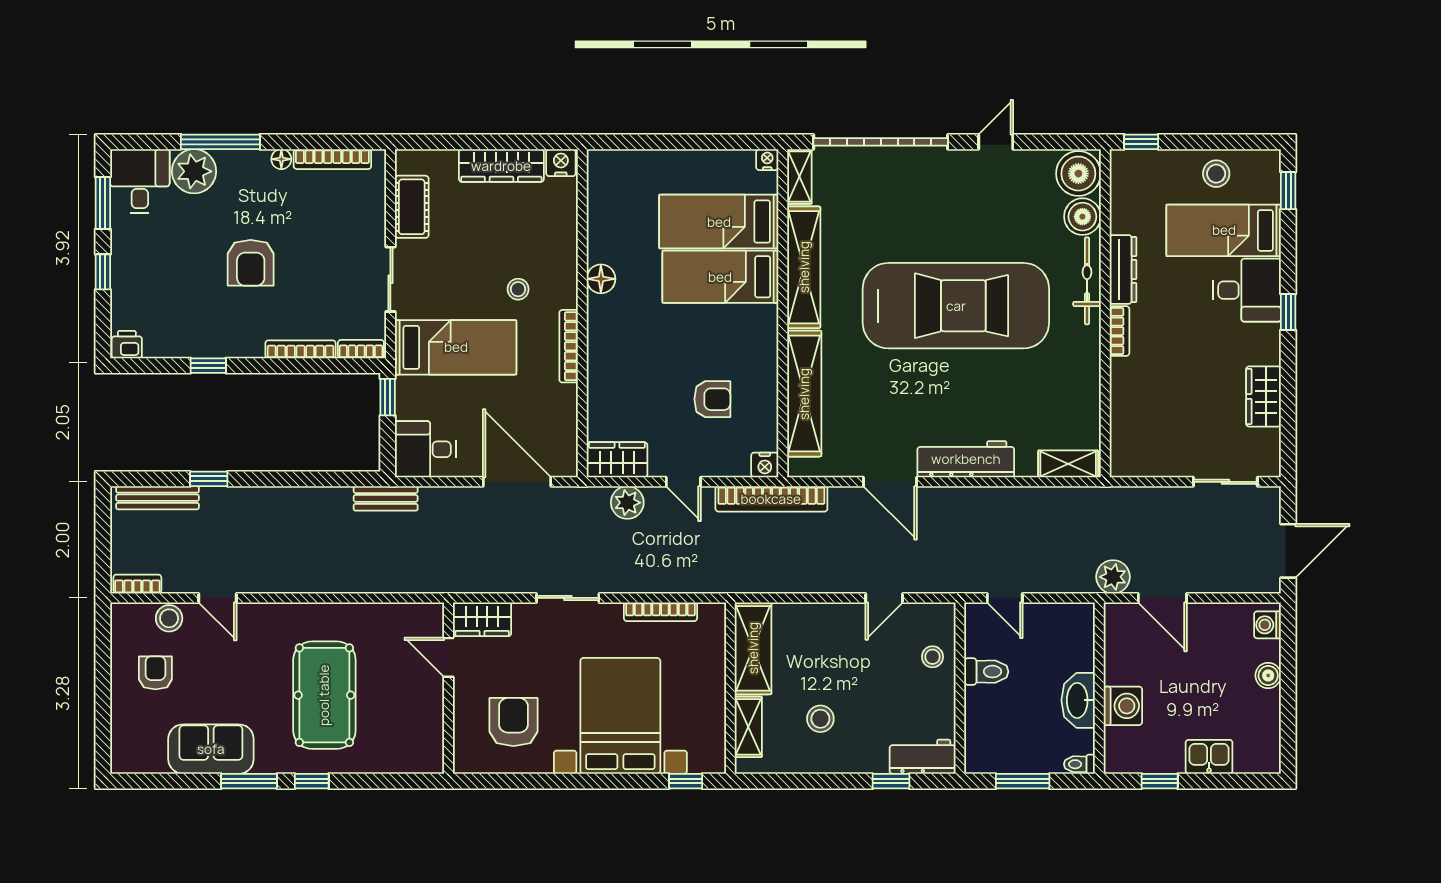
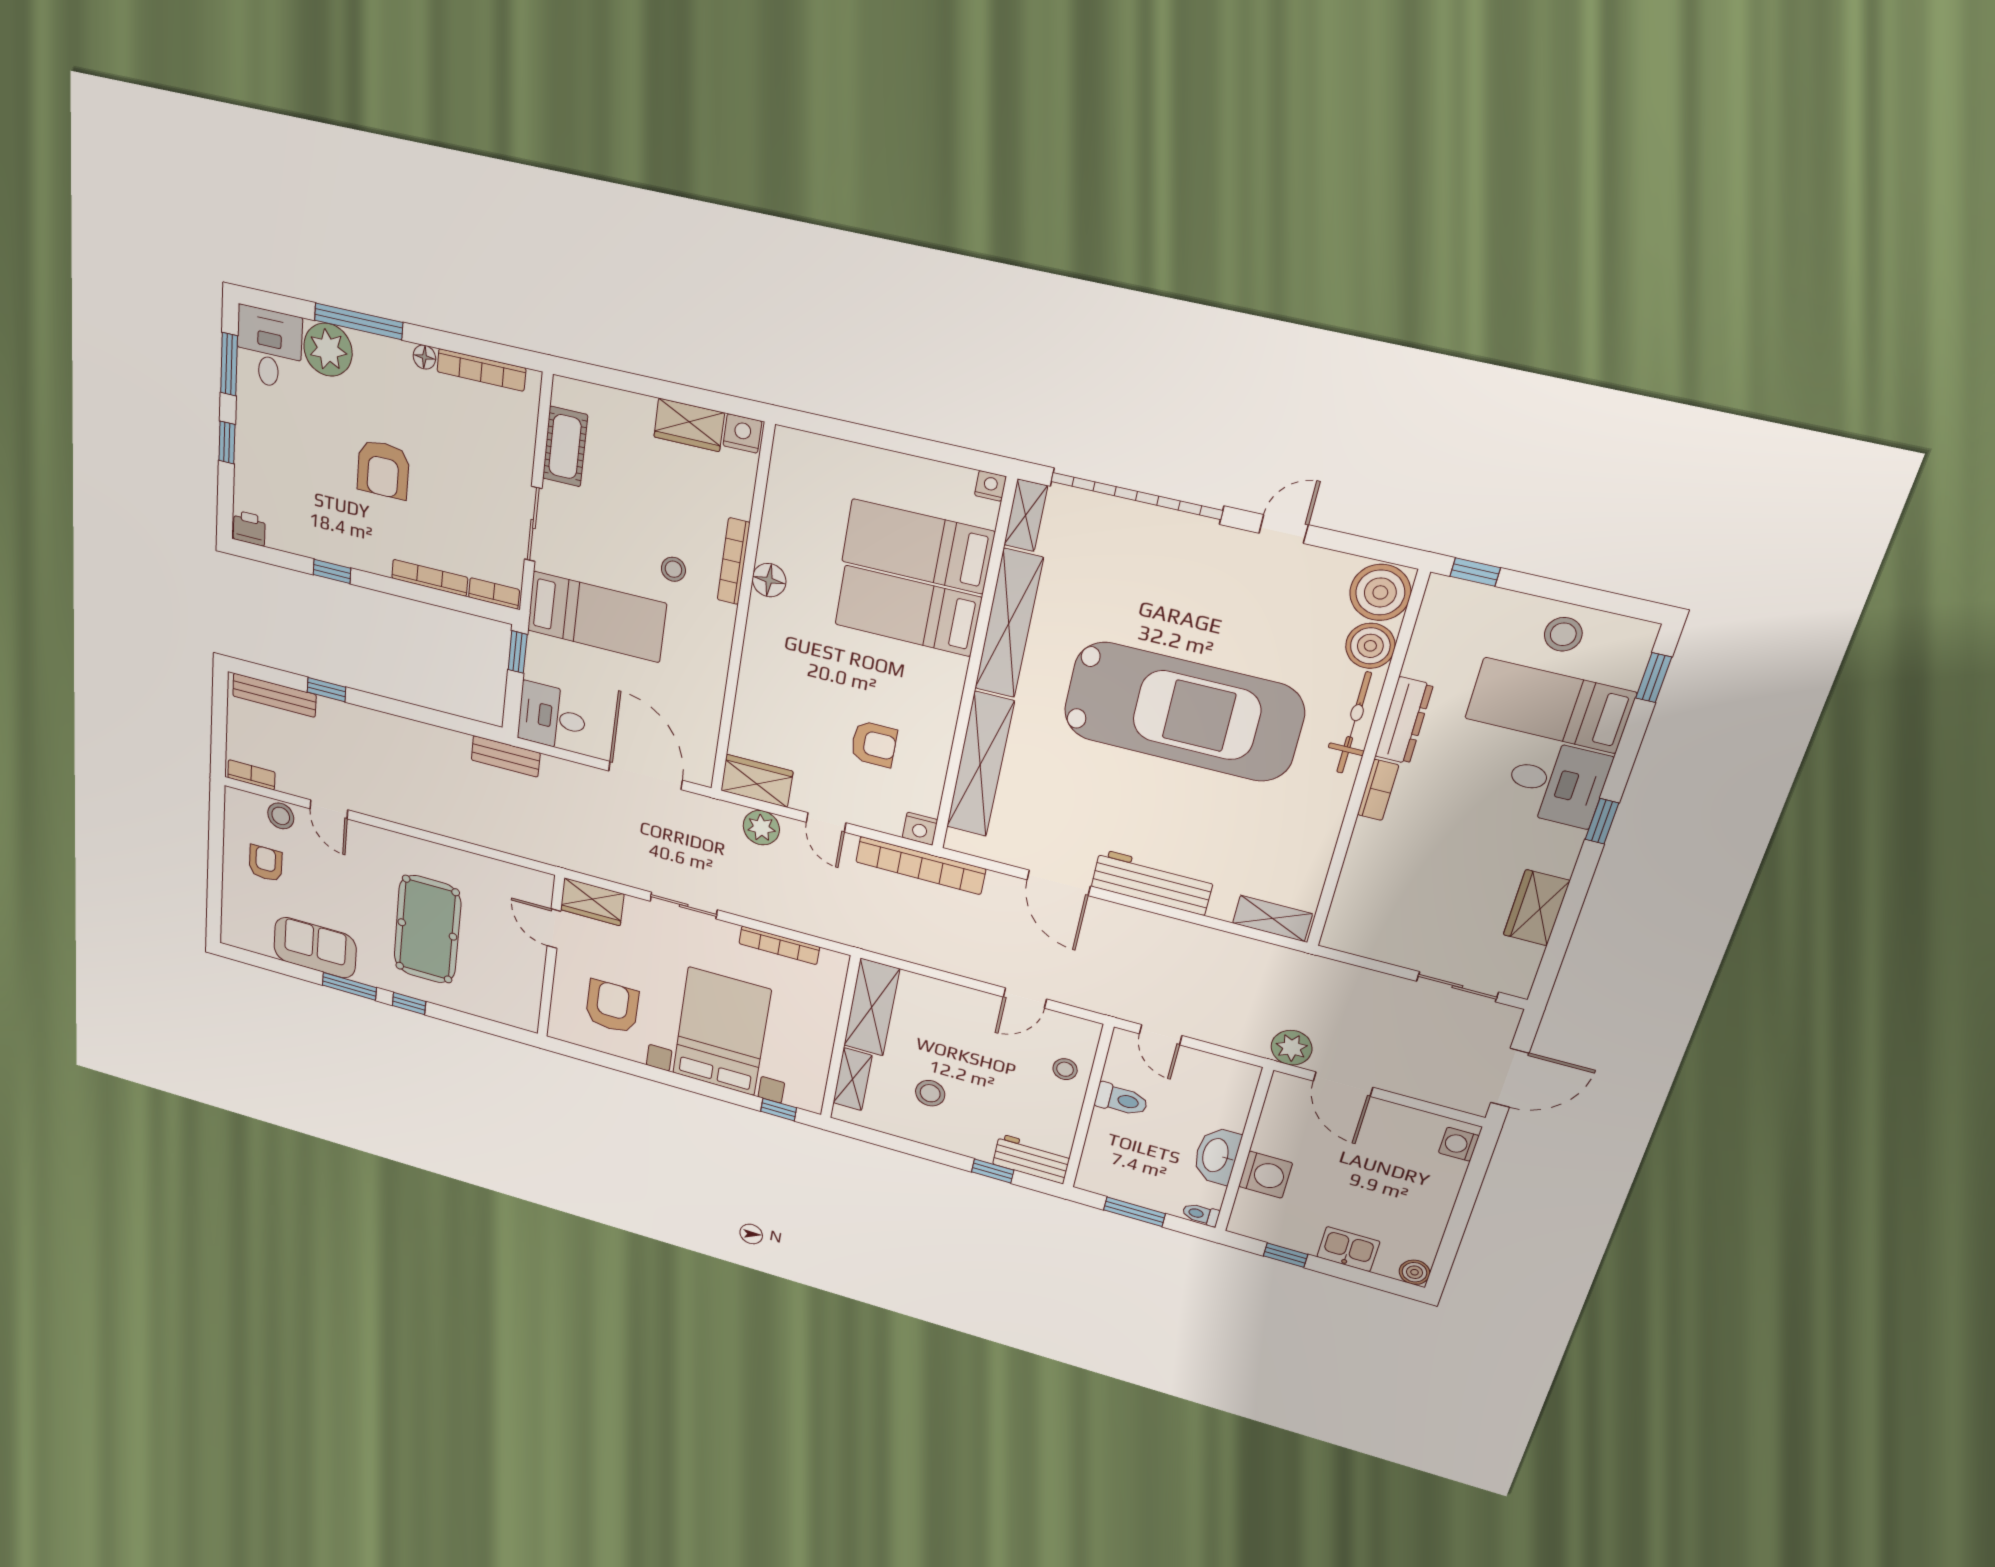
wardrobe: (501, 166) -> (689, 425), width x0.67
bookcase: (569, 346) -> (734, 561), moved
boiler: (1268, 675) -> (1414, 1272), moved

